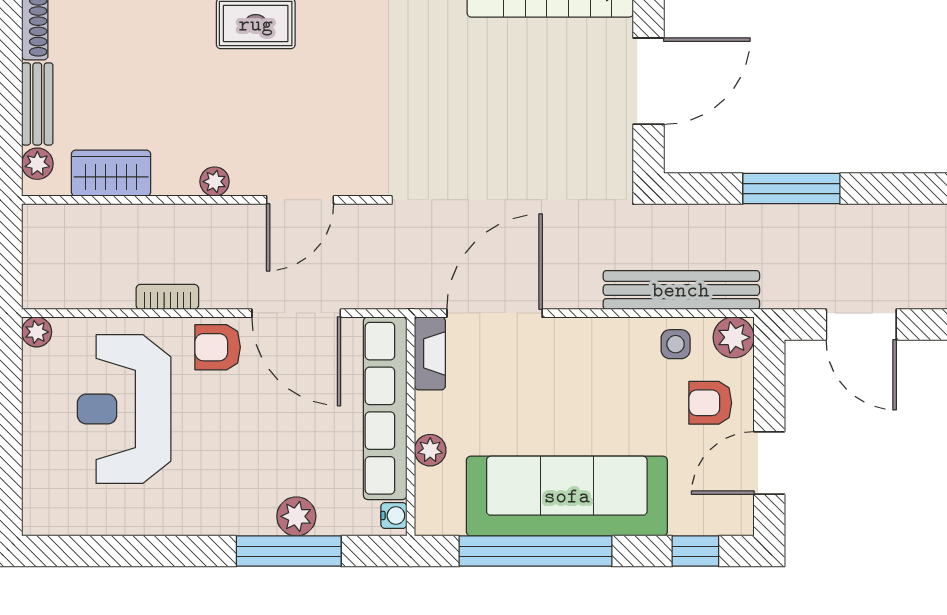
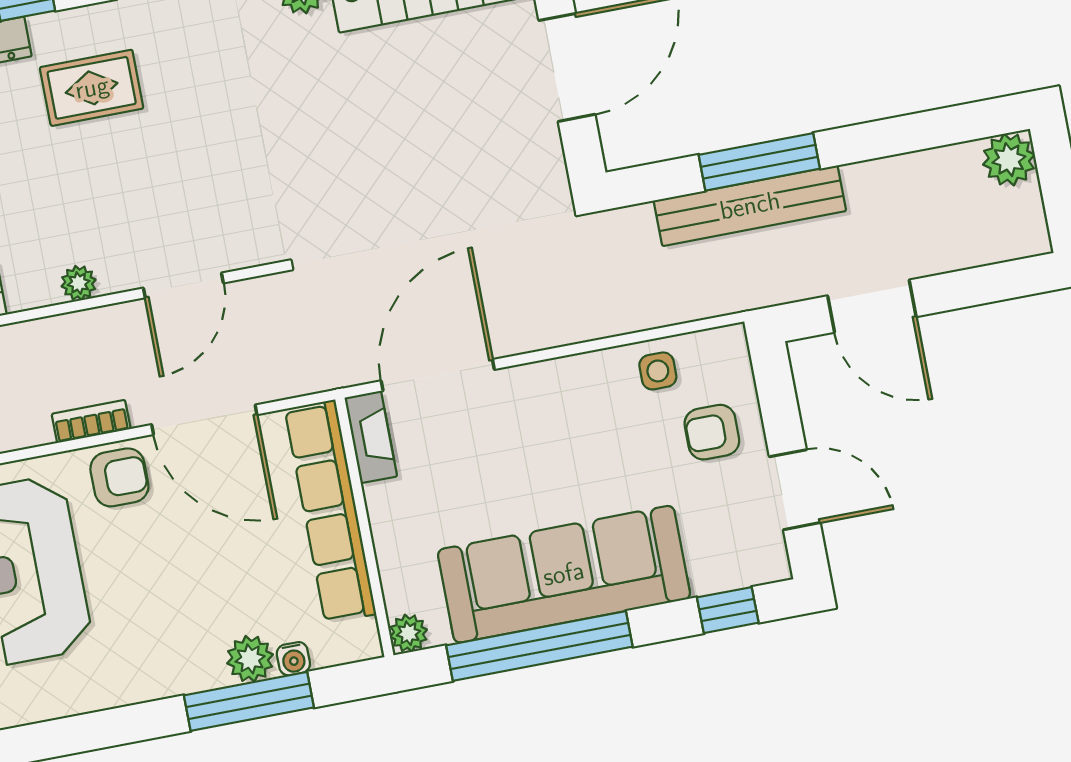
bench: (681, 290) -> (750, 206), moved
bookcase: (167, 297) -> (91, 421), moved
plant: (734, 337) -> (725, 350), removed
armchair: (218, 347) -> (119, 477), turned 180
plant: (430, 450) -> (408, 633), moved
door: (769, 463) -> (795, 490), swing flipped
water cooler: (394, 516) -> (293, 659), moved, turned 90

